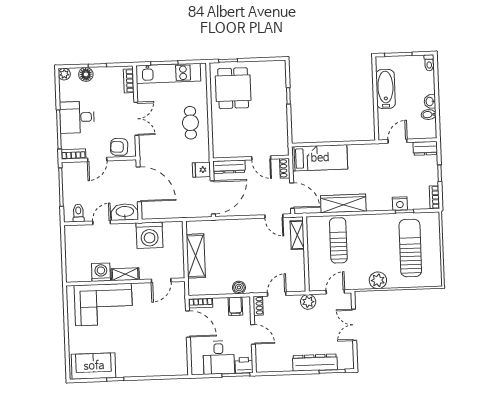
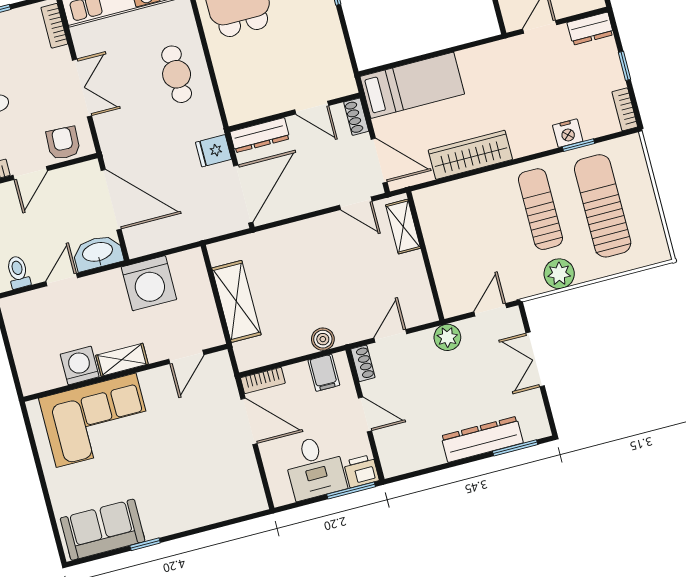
armchair: (119, 147) -> (63, 143), turned 89
sun lounger: (338, 240) -> (540, 209), moved

